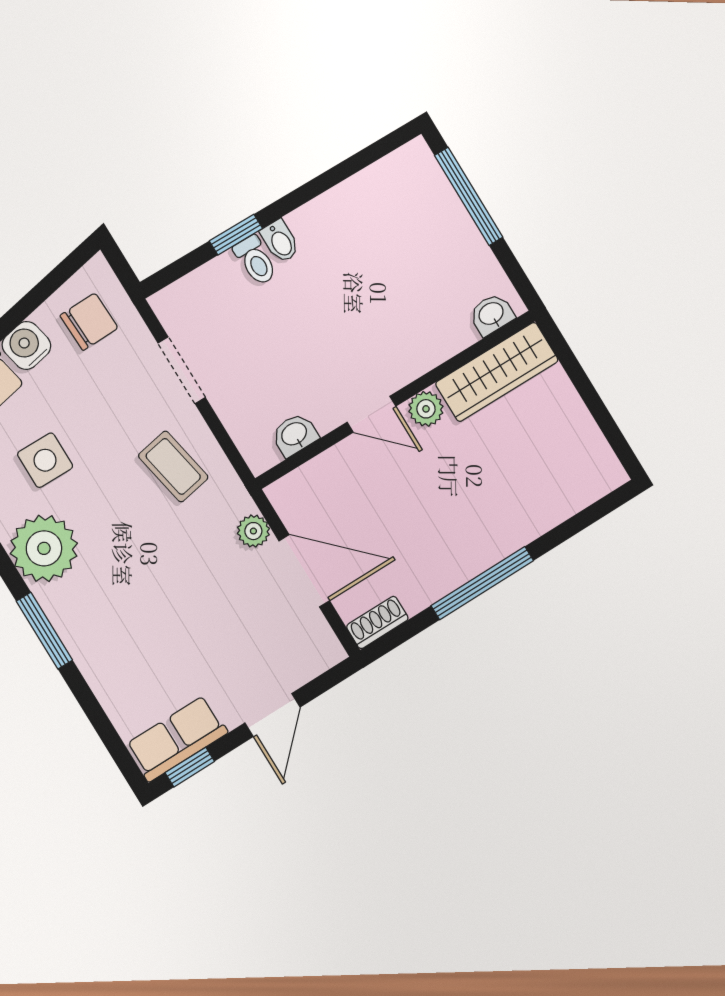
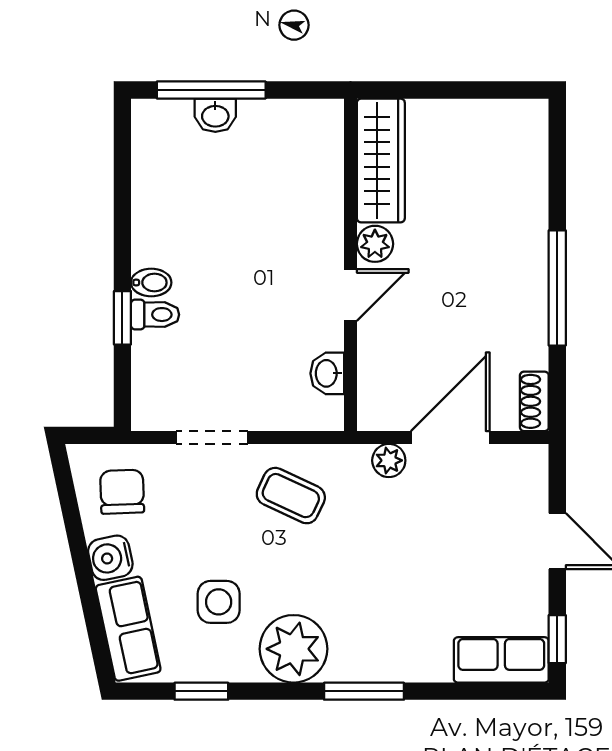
washbasin: (492, 314) -> (215, 115), moved, turned -90
coffee table: (173, 466) -> (291, 496), turned 36
row of seats: (177, 738) -> (501, 660), moved, turned 90

